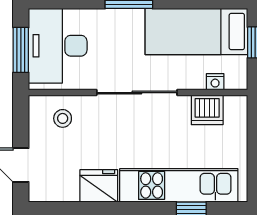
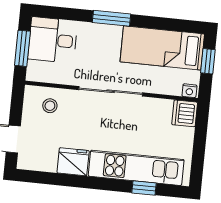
desk: (58, 46) -> (53, 40), width x0.73
nightstand: (215, 82) -> (189, 91), moved
dishwasher: (207, 110) -> (185, 113), moved, turned 90

